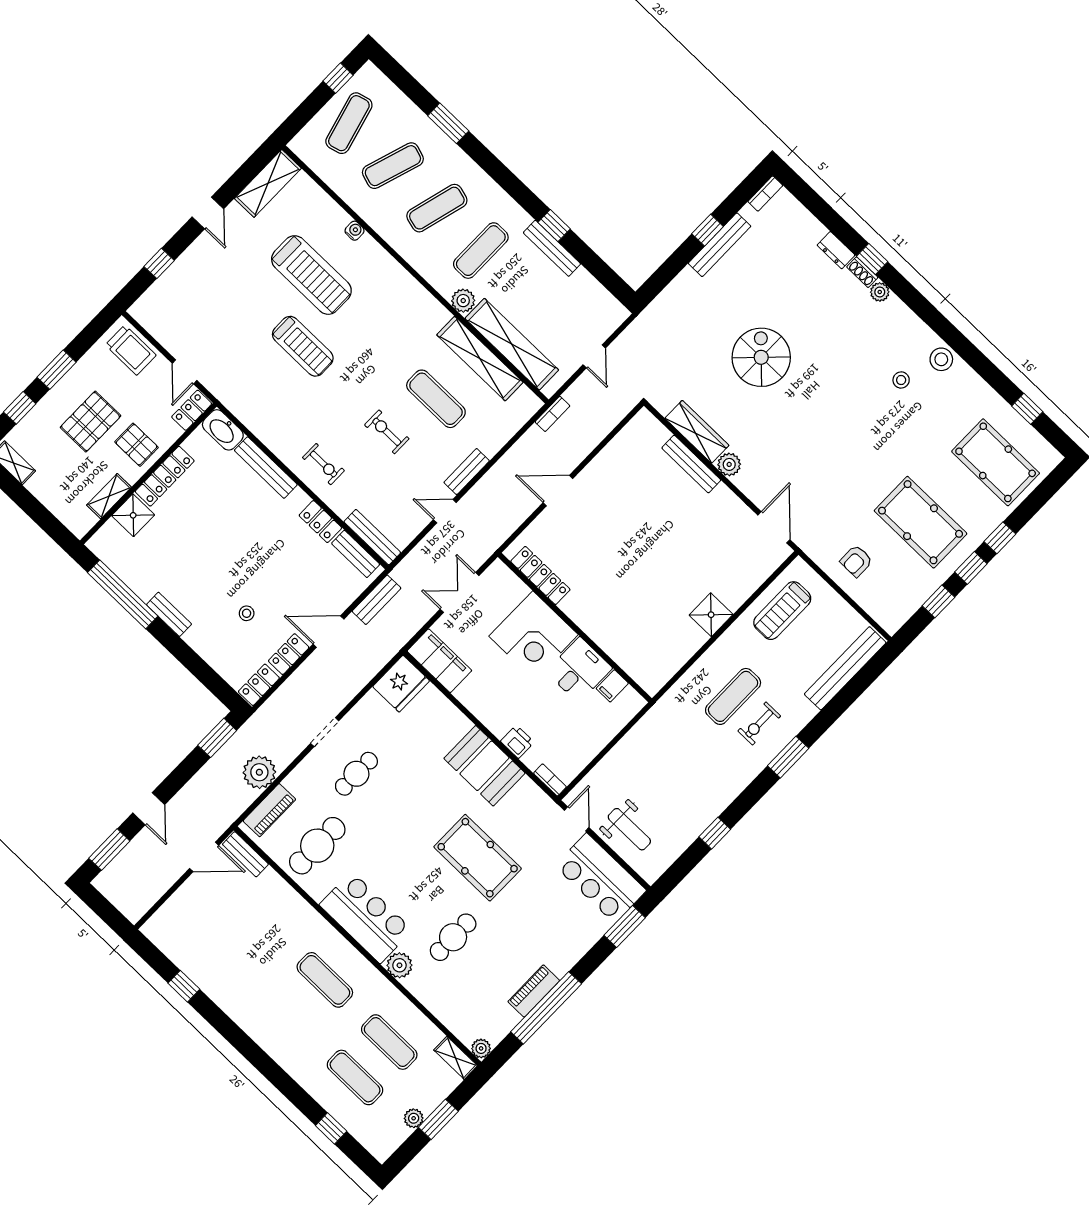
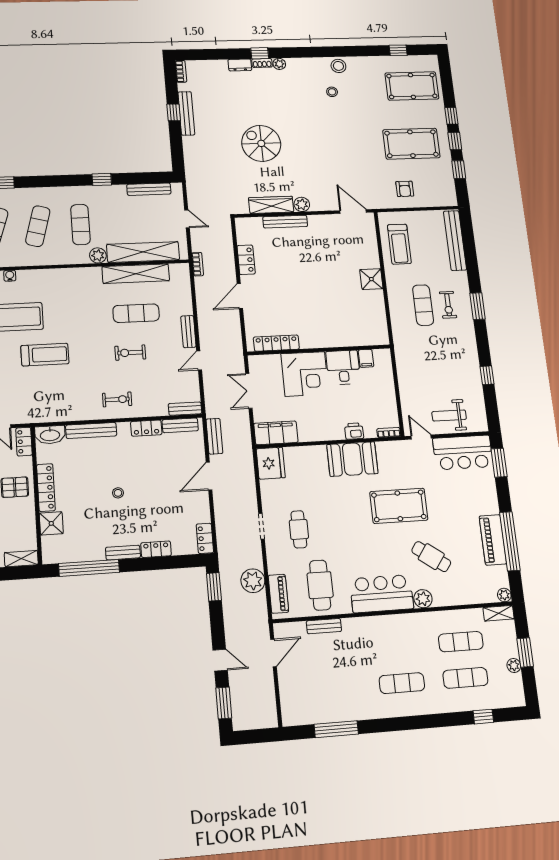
bench: (552, 248) -> (149, 189), moved
locker: (606, 461) -> (246, 260), added
shelving: (109, 496) -> (21, 559), moved, turned 90
bench: (372, 537) -> (185, 409), width x0.73
stool: (247, 613) -> (118, 493), moved
locker: (289, 654) -> (156, 549), moved, turned 90
weight bench: (629, 829) -> (449, 415), turned 180
bench: (245, 854) -> (324, 626), moved
cafe table: (453, 937) -> (431, 557), turned -54
exercise mat: (325, 980) -> (402, 683), moved
window: (184, 986) -> (336, 729), width x2.17
piano: (534, 991) -> (493, 540), width x1.37, depth x1.33

